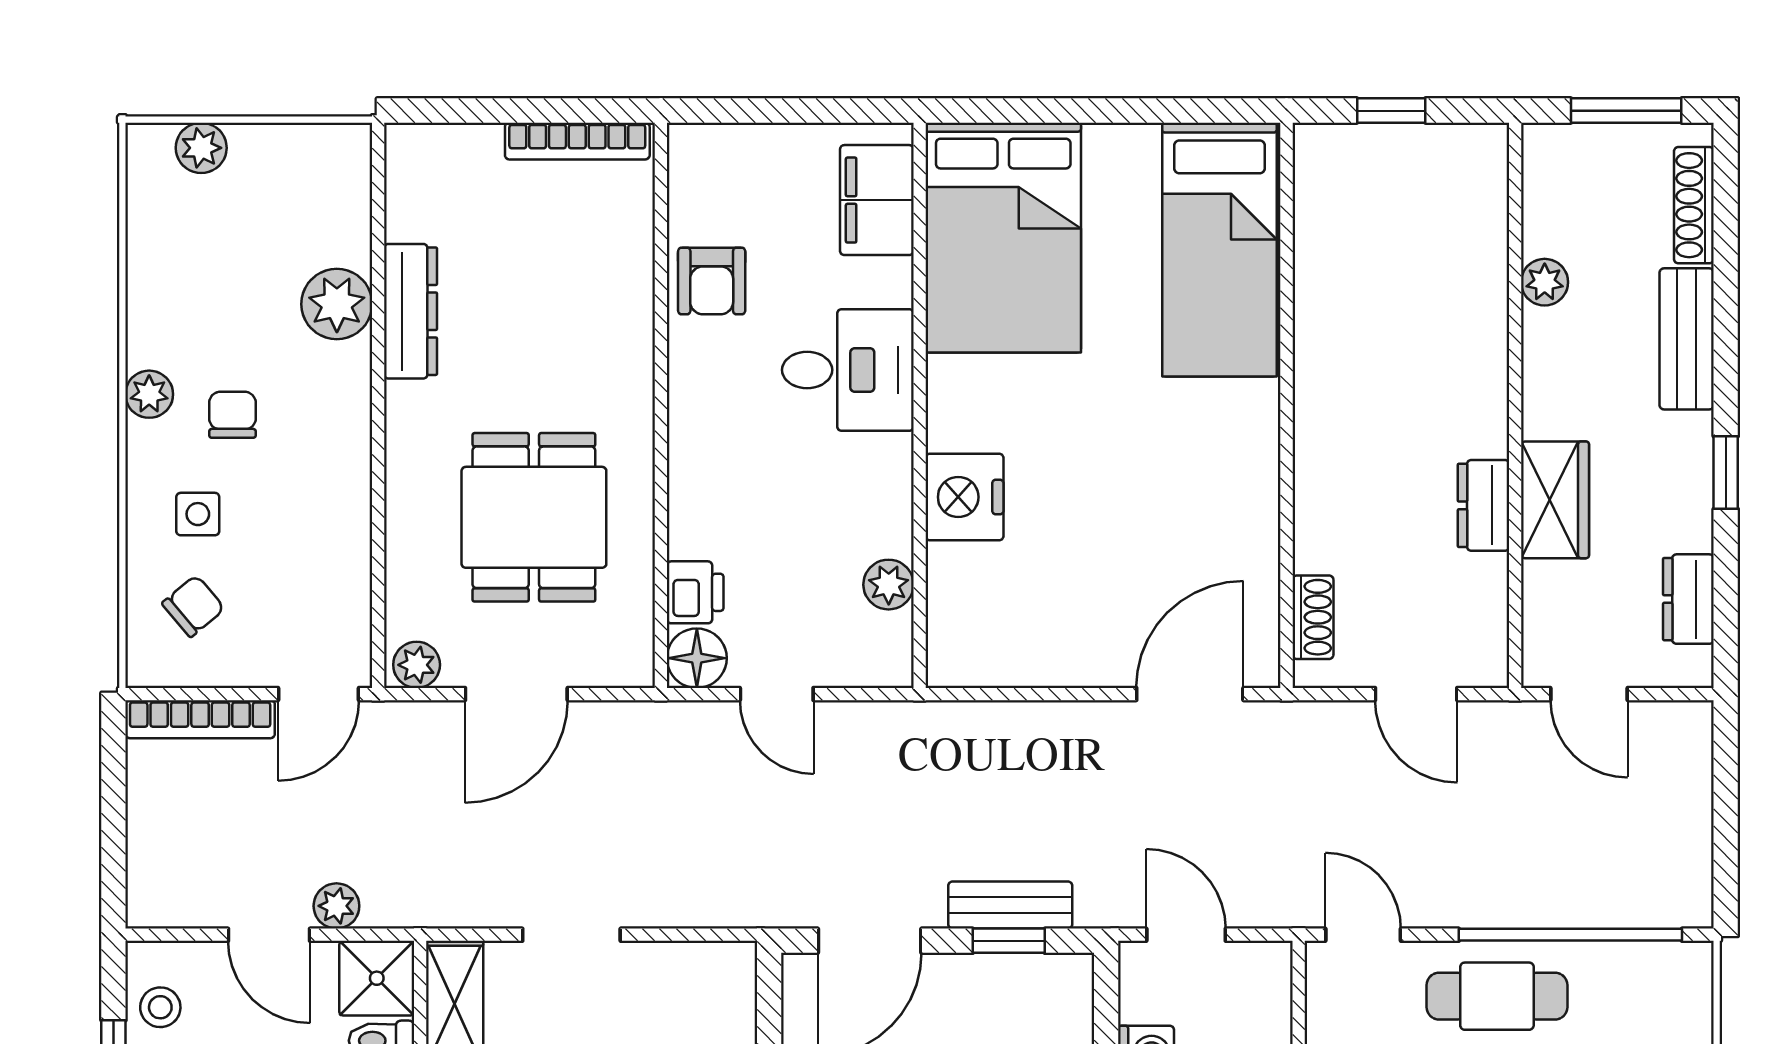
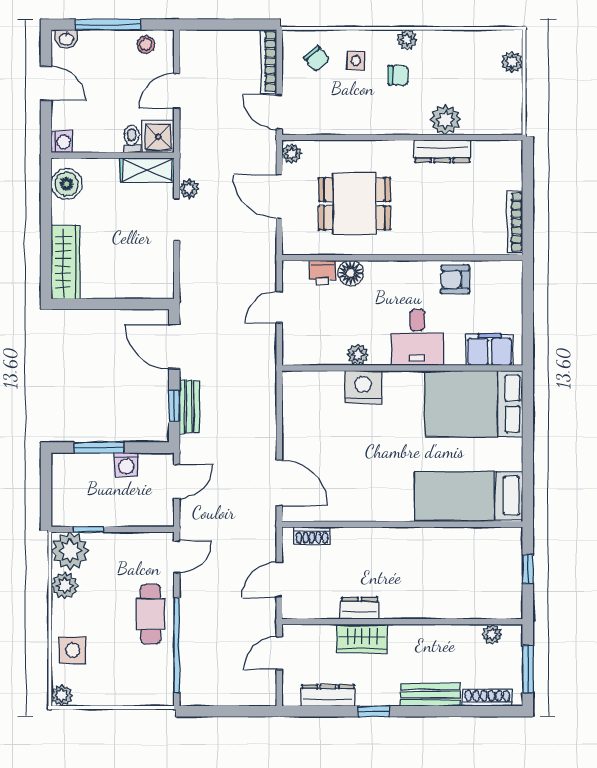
plant: (1545, 282) -> (492, 634), moved
plant: (889, 585) -> (358, 355), moved
dresser: (1688, 599) -> (328, 695), width x1.44
floor lamp: (697, 658) -> (351, 273), moved
plant: (336, 906) -> (189, 189), moved

